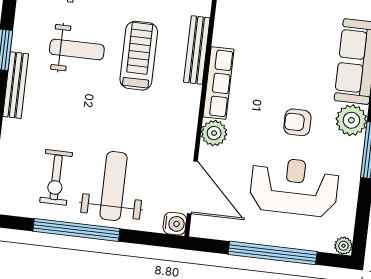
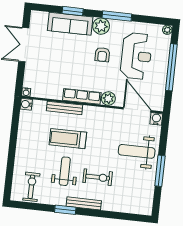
exercise bike: (56, 177) -> (98, 177), moved
door: (192, 187) -> (137, 110), hinge flipped
reception desk: (294, 187) -> (136, 56), turned 180
window: (76, 230) -> (160, 171), width x0.68

